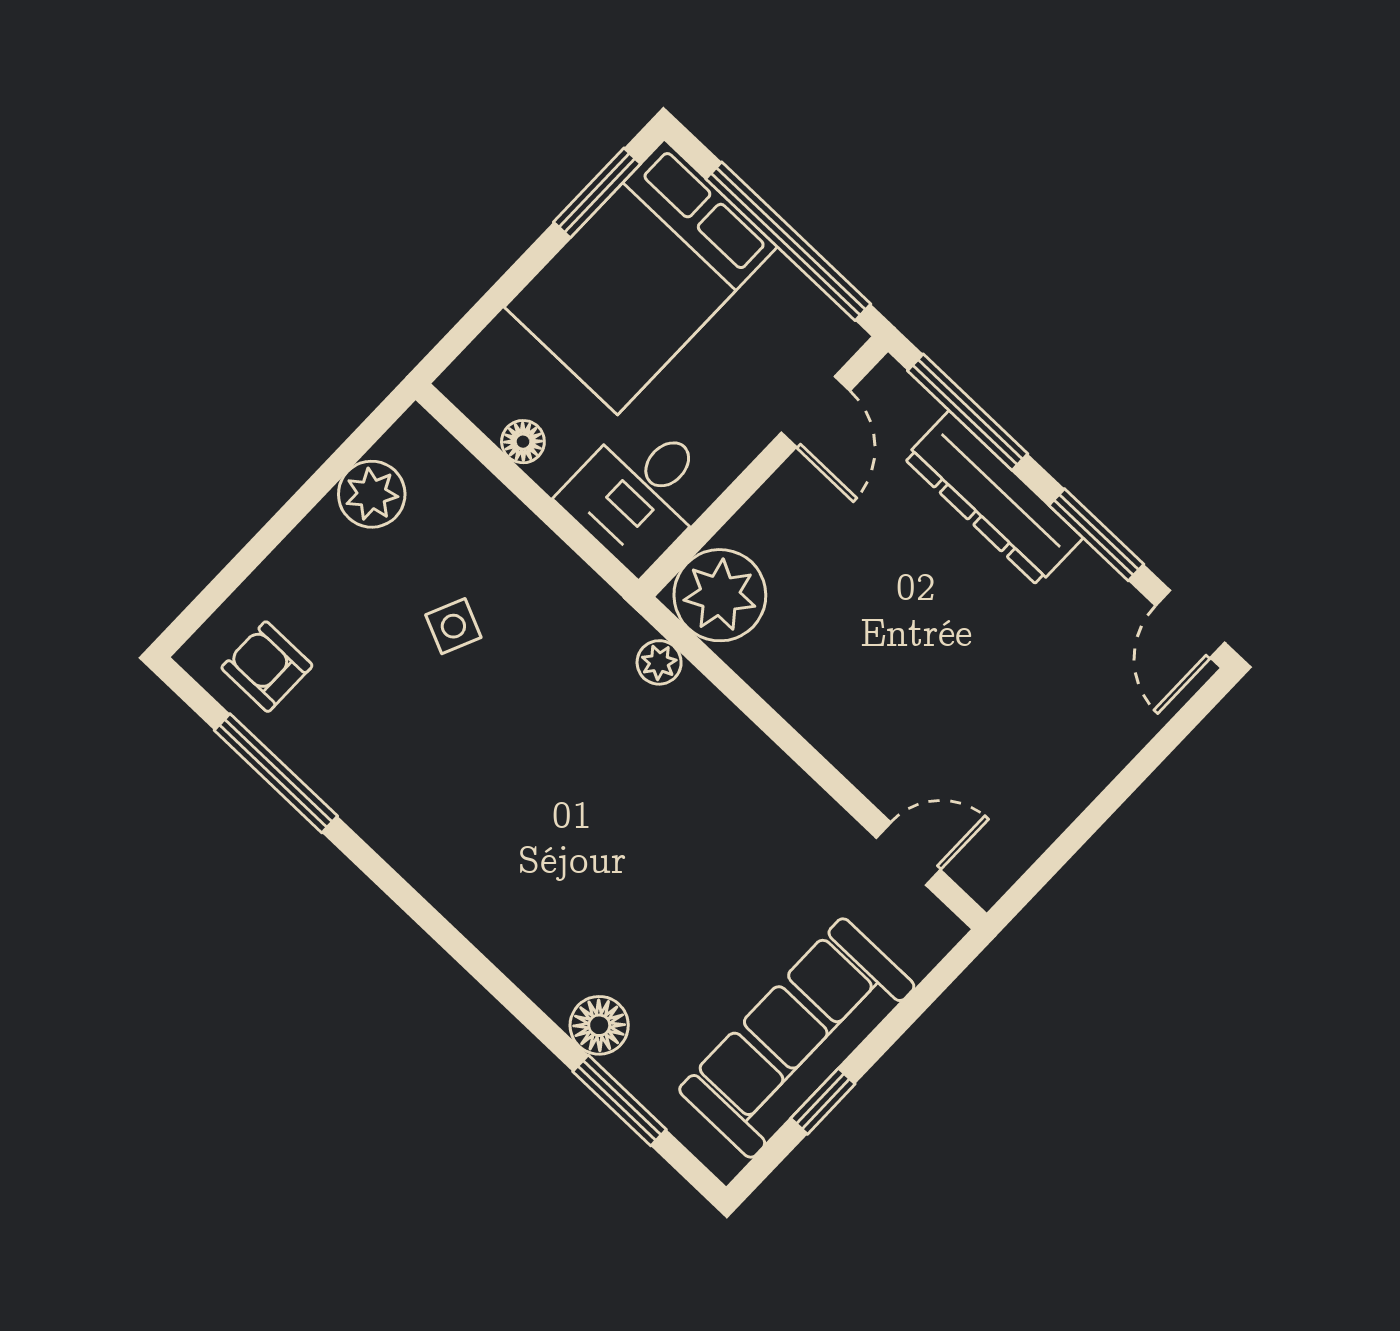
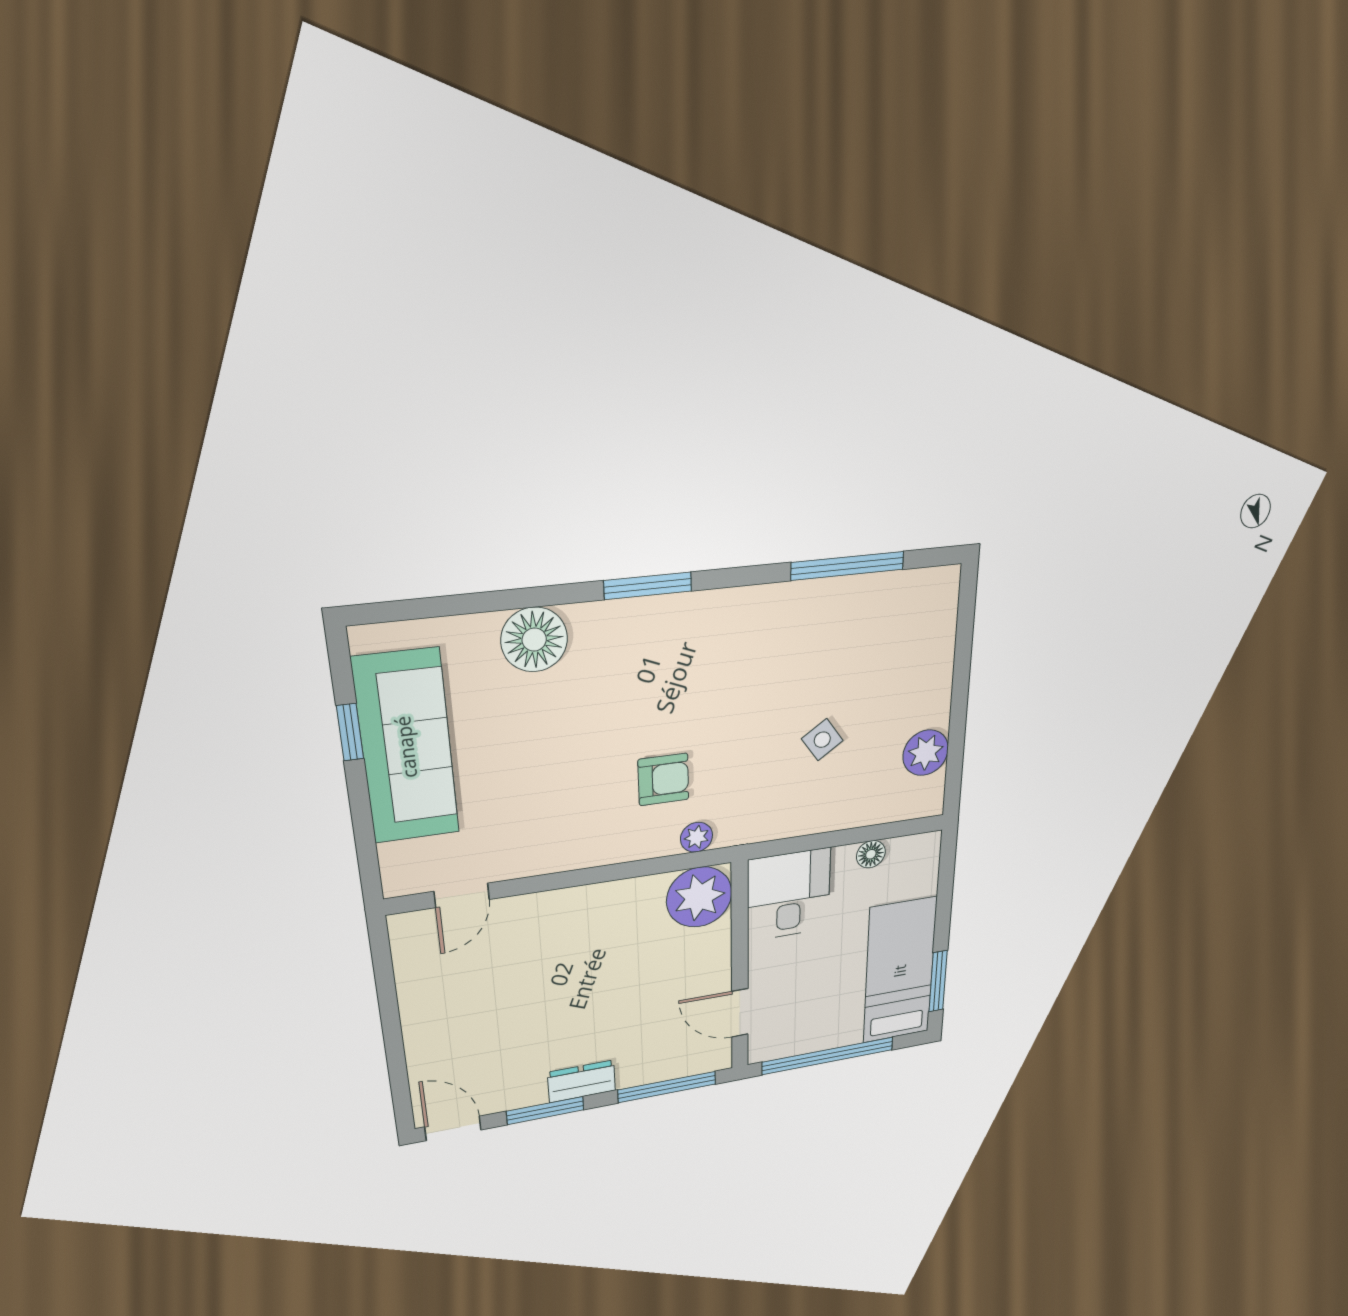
bed: (641, 277) -> (900, 971), width x0.67
dresser: (993, 498) -> (582, 1081), width x0.51, depth x0.80
side table: (453, 626) -> (822, 740), turned 31
armchair: (267, 667) -> (663, 779), moved
floor lamp: (599, 1025) -> (534, 640), width x1.38, depth x1.38
window: (619, 1100) -> (648, 586), moved

